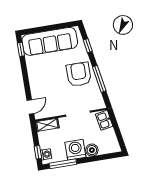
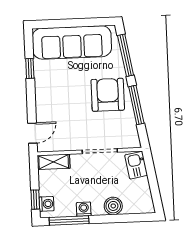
window: (88, 46) -> (126, 55), width x2.17
window: (21, 49) -> (30, 68), moved
washing machine: (75, 150) -> (84, 209), width x0.53, depth x0.53

